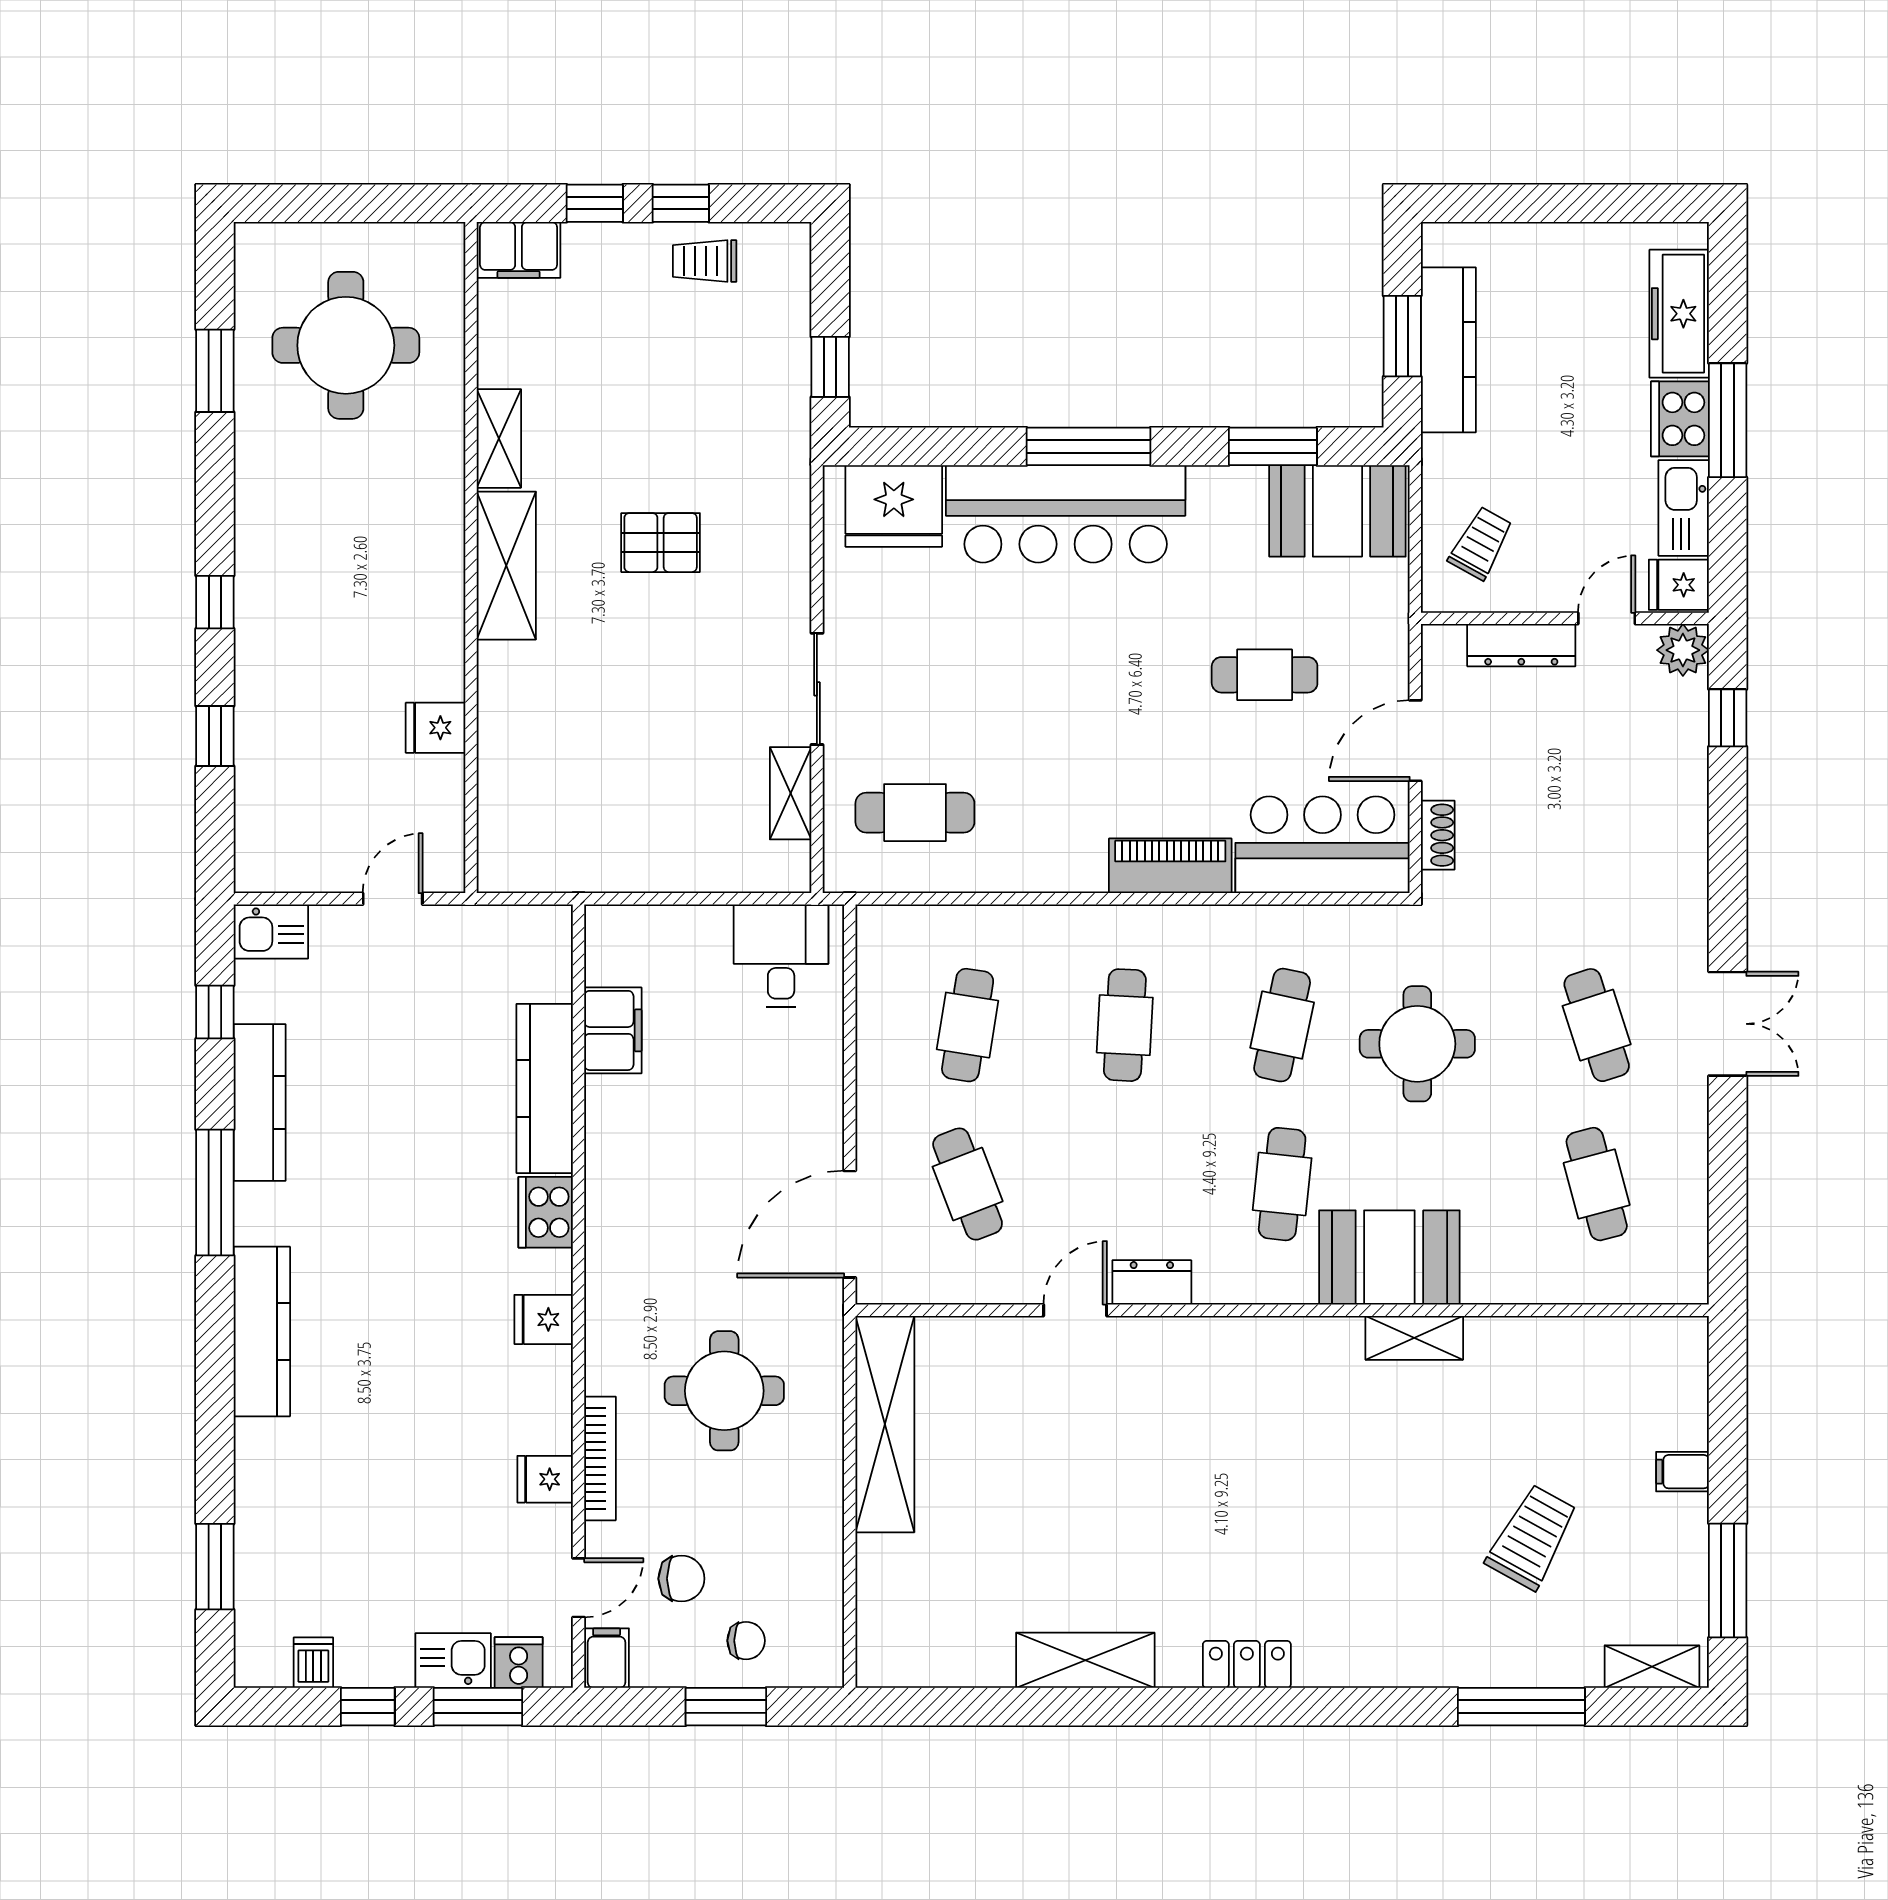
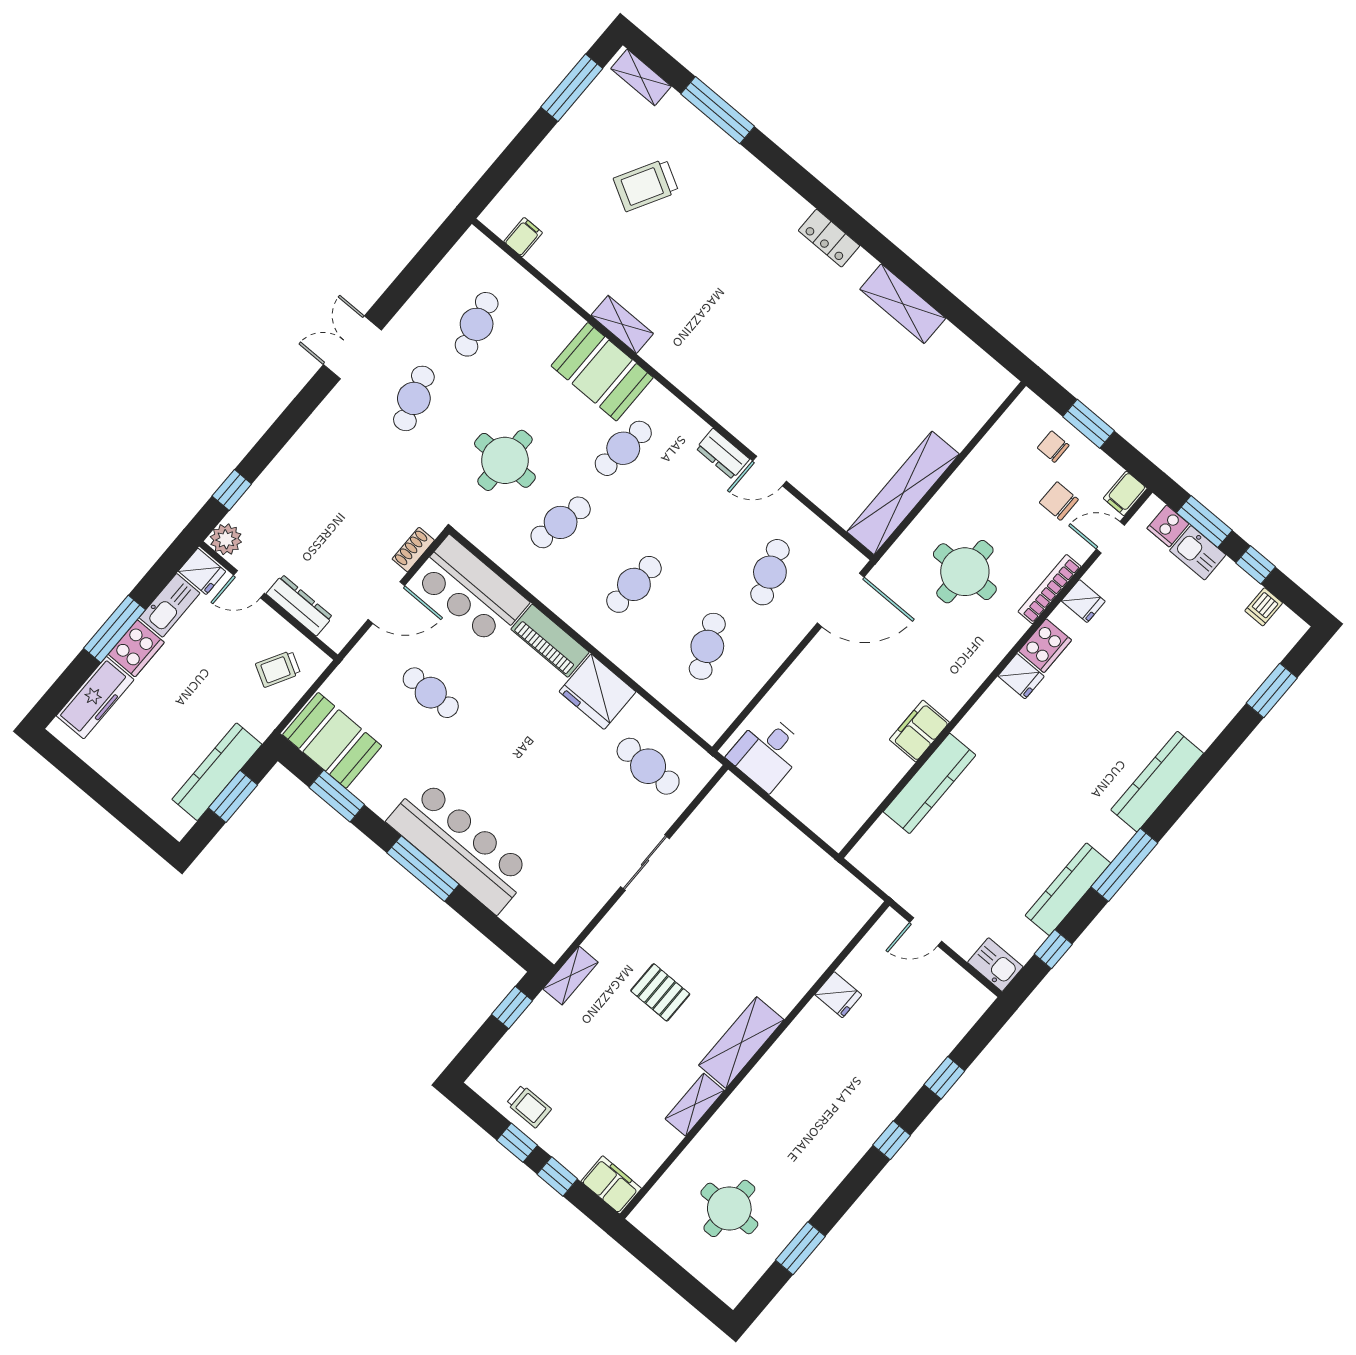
round table: (346, 345) -> (729, 1208), width x0.73, depth x0.73
fridge: (894, 506) -> (598, 692), moved, turned 180
shelving: (791, 793) -> (571, 976), moved
cafe table: (968, 1025) -> (707, 646), turned -33
filing cabinet: (613, 1030) -> (919, 731), moved
cooker: (546, 1212) -> (1045, 646), moved
filing cabinet: (1682, 1472) -> (523, 237), moved, turned -90

